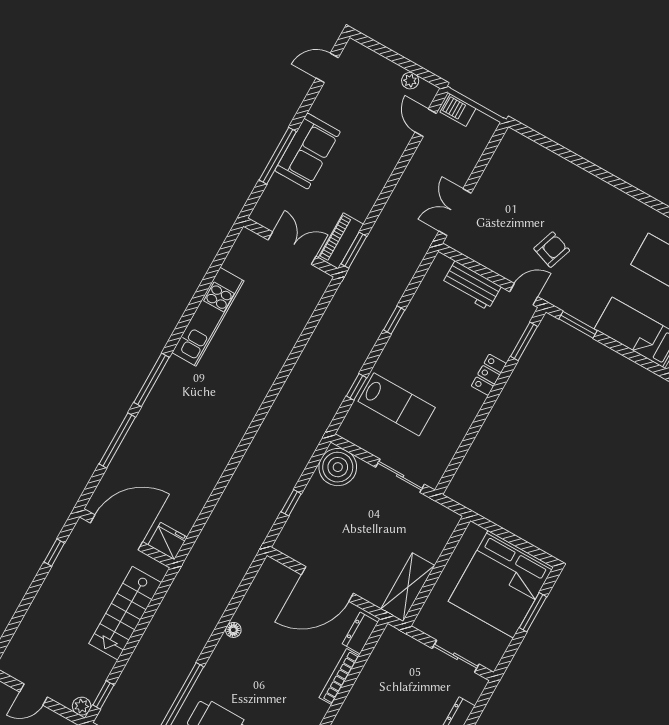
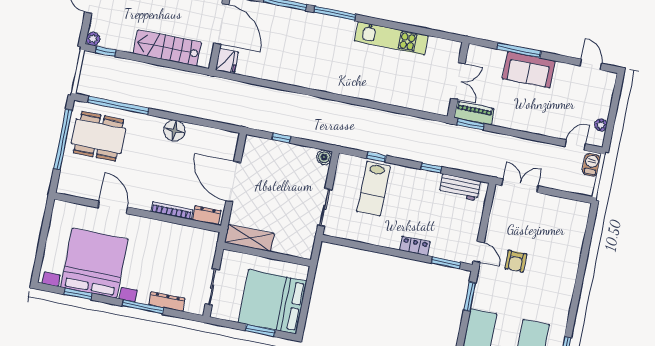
armchair: (552, 250) -> (516, 261), turned 71
workbench: (471, 286) -> (460, 187), moved, turned -90
boiler: (338, 467) -> (324, 157), width x0.54, depth x0.54
floor lamp: (233, 630) -> (174, 131), width x1.89, depth x1.89

